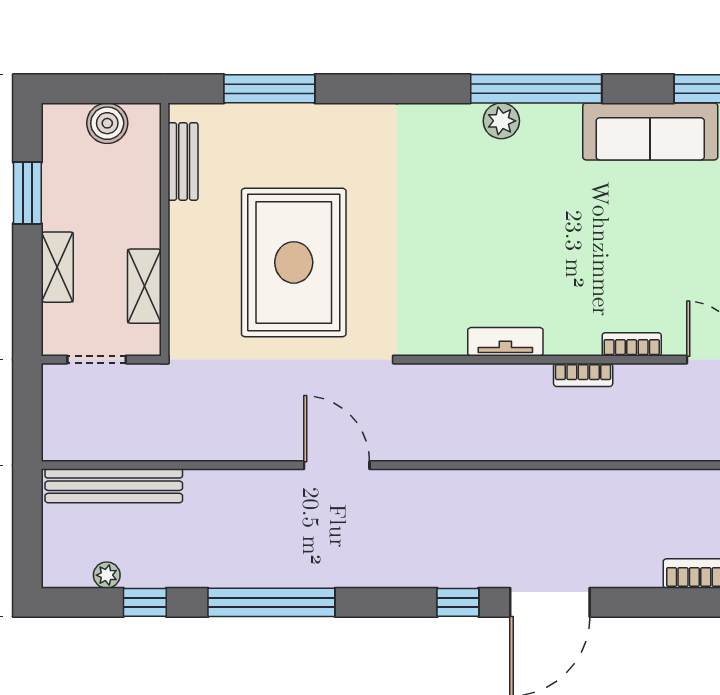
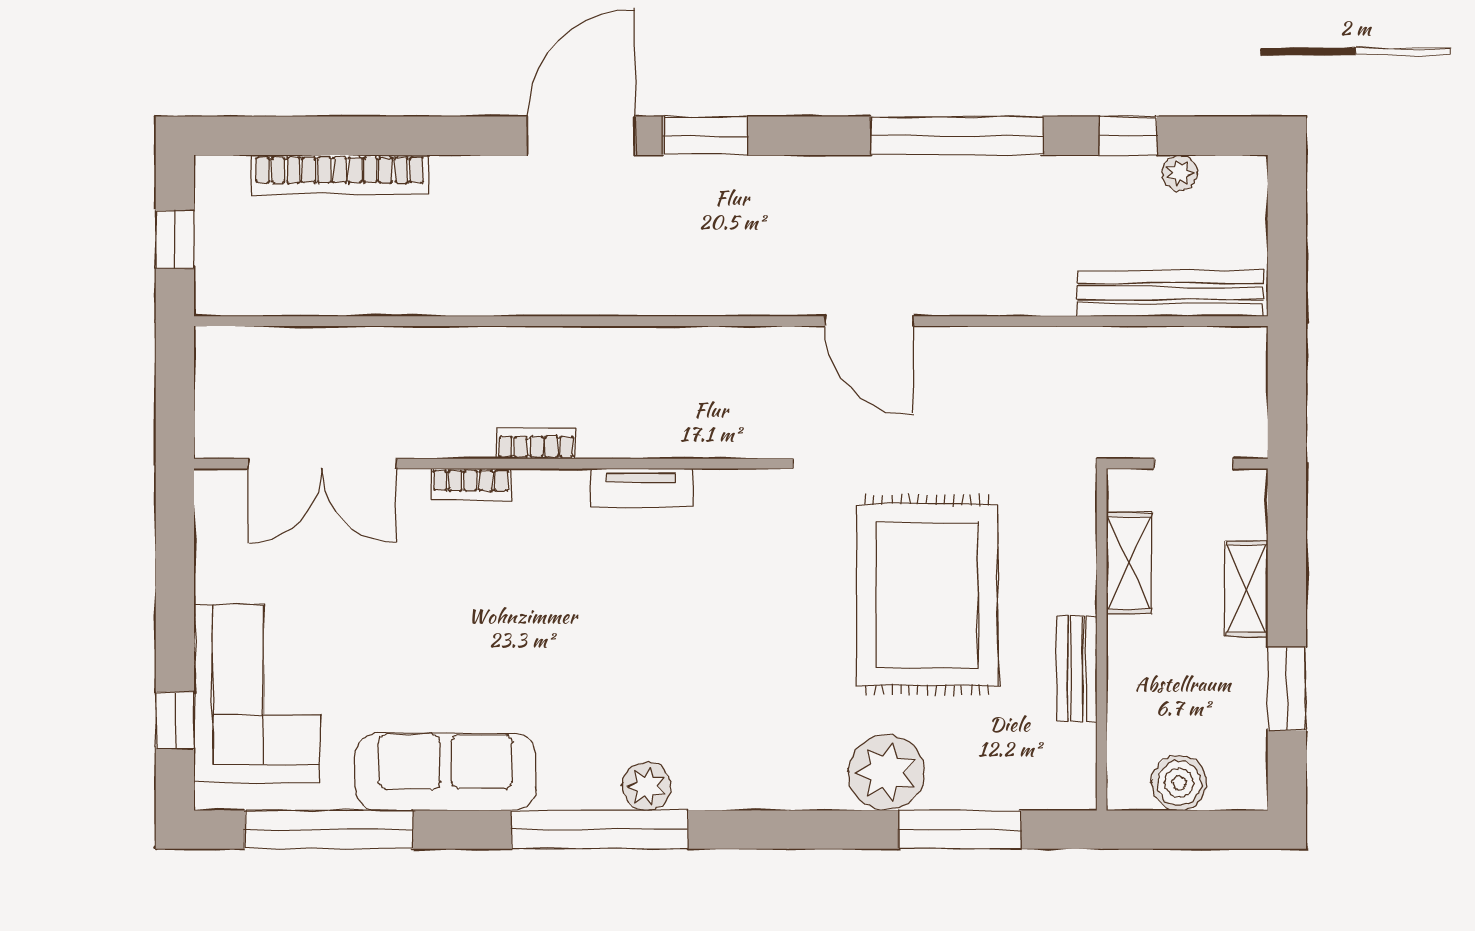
plant: (324, 131) -> (886, 773), added
bench: (183, 161) -> (1077, 669), moved
window: (458, 602) -> (705, 136), width x1.50

